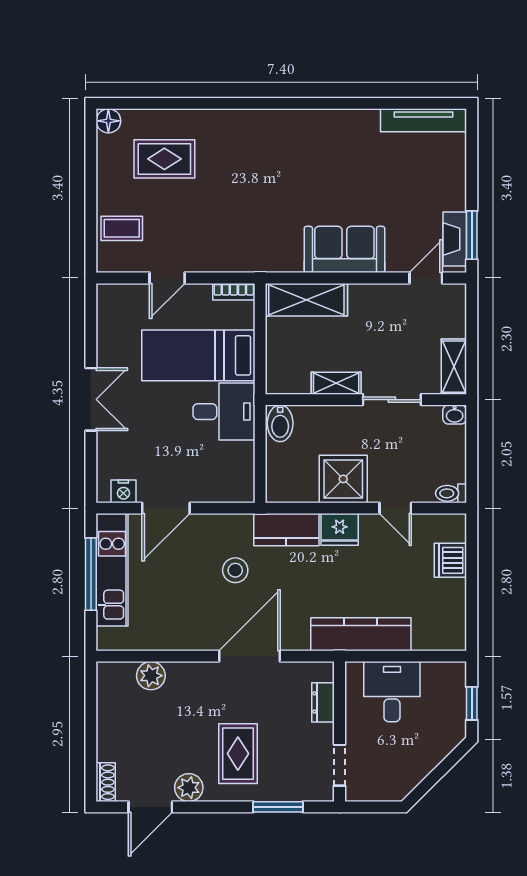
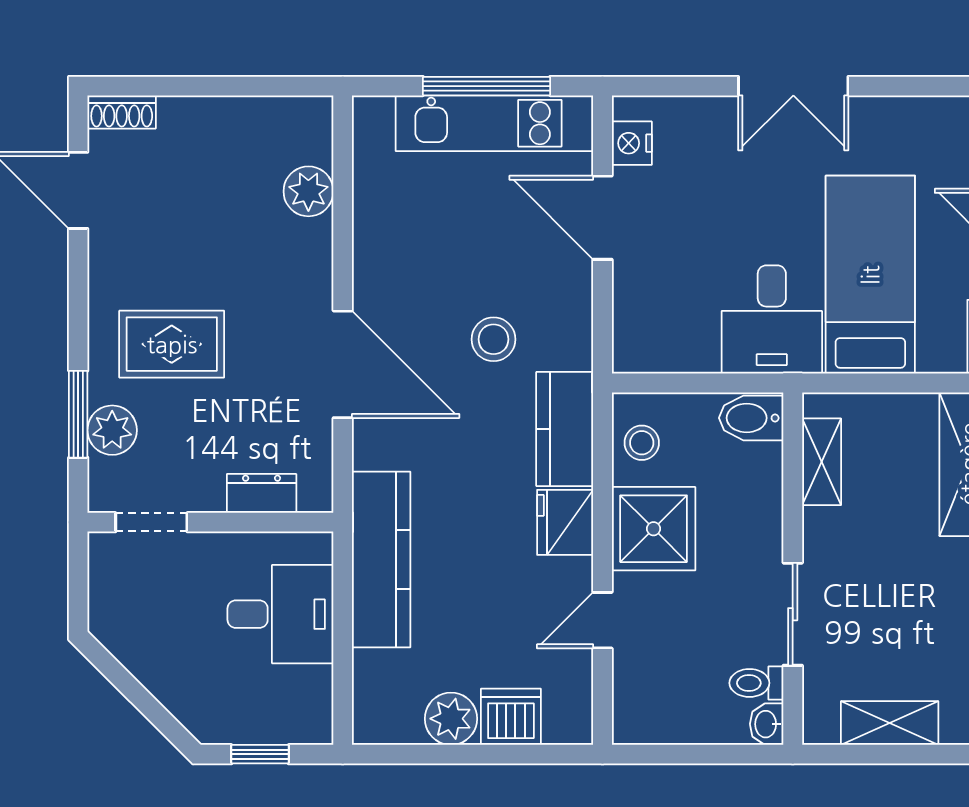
shelving: (454, 367) -> (890, 723), moved
shelving: (336, 383) -> (822, 462), moved
stool: (294, 486) -> (642, 443), added
toilet: (451, 493) -> (756, 683), moved, turned -90
plant: (452, 594) -> (451, 719), added
plant: (189, 788) -> (112, 430), moved

